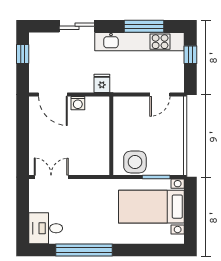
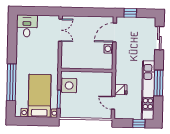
sliding door: (77, 26) -> (159, 38), moved
window: (144, 26) -> (158, 83), moved
window: (23, 54) -> (130, 13), moved
fridge: (102, 83) -> (121, 90), moved
window: (84, 250) -> (11, 82), moved

